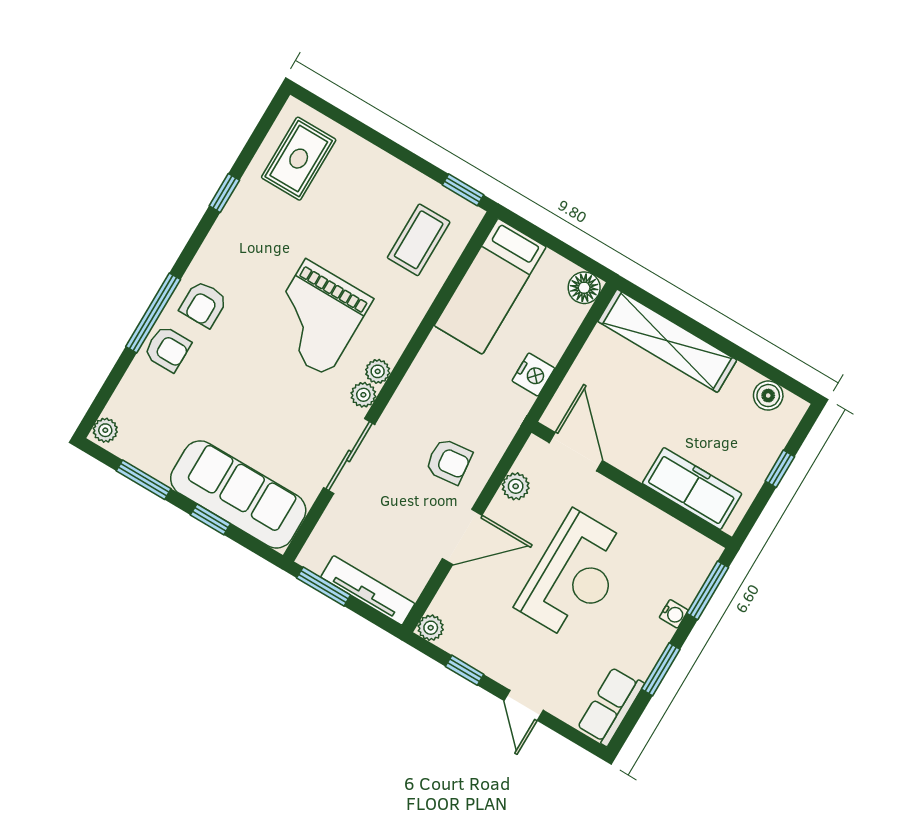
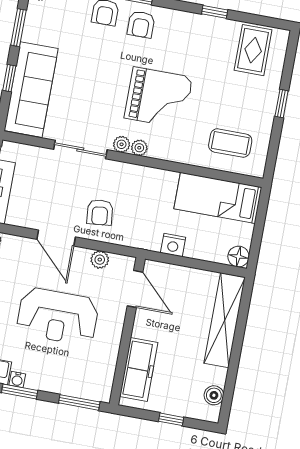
rug: (299, 159) -> (253, 50), turned 90
window: (463, 190) -> (282, 104), moved
armchair: (204, 304) -> (141, 24), turned -90
grand piano: (316, 318) -> (158, 98), turned 180
door: (576, 452) -> (135, 289), hinge flipped
water cooler: (674, 614) -> (17, 380), moved

